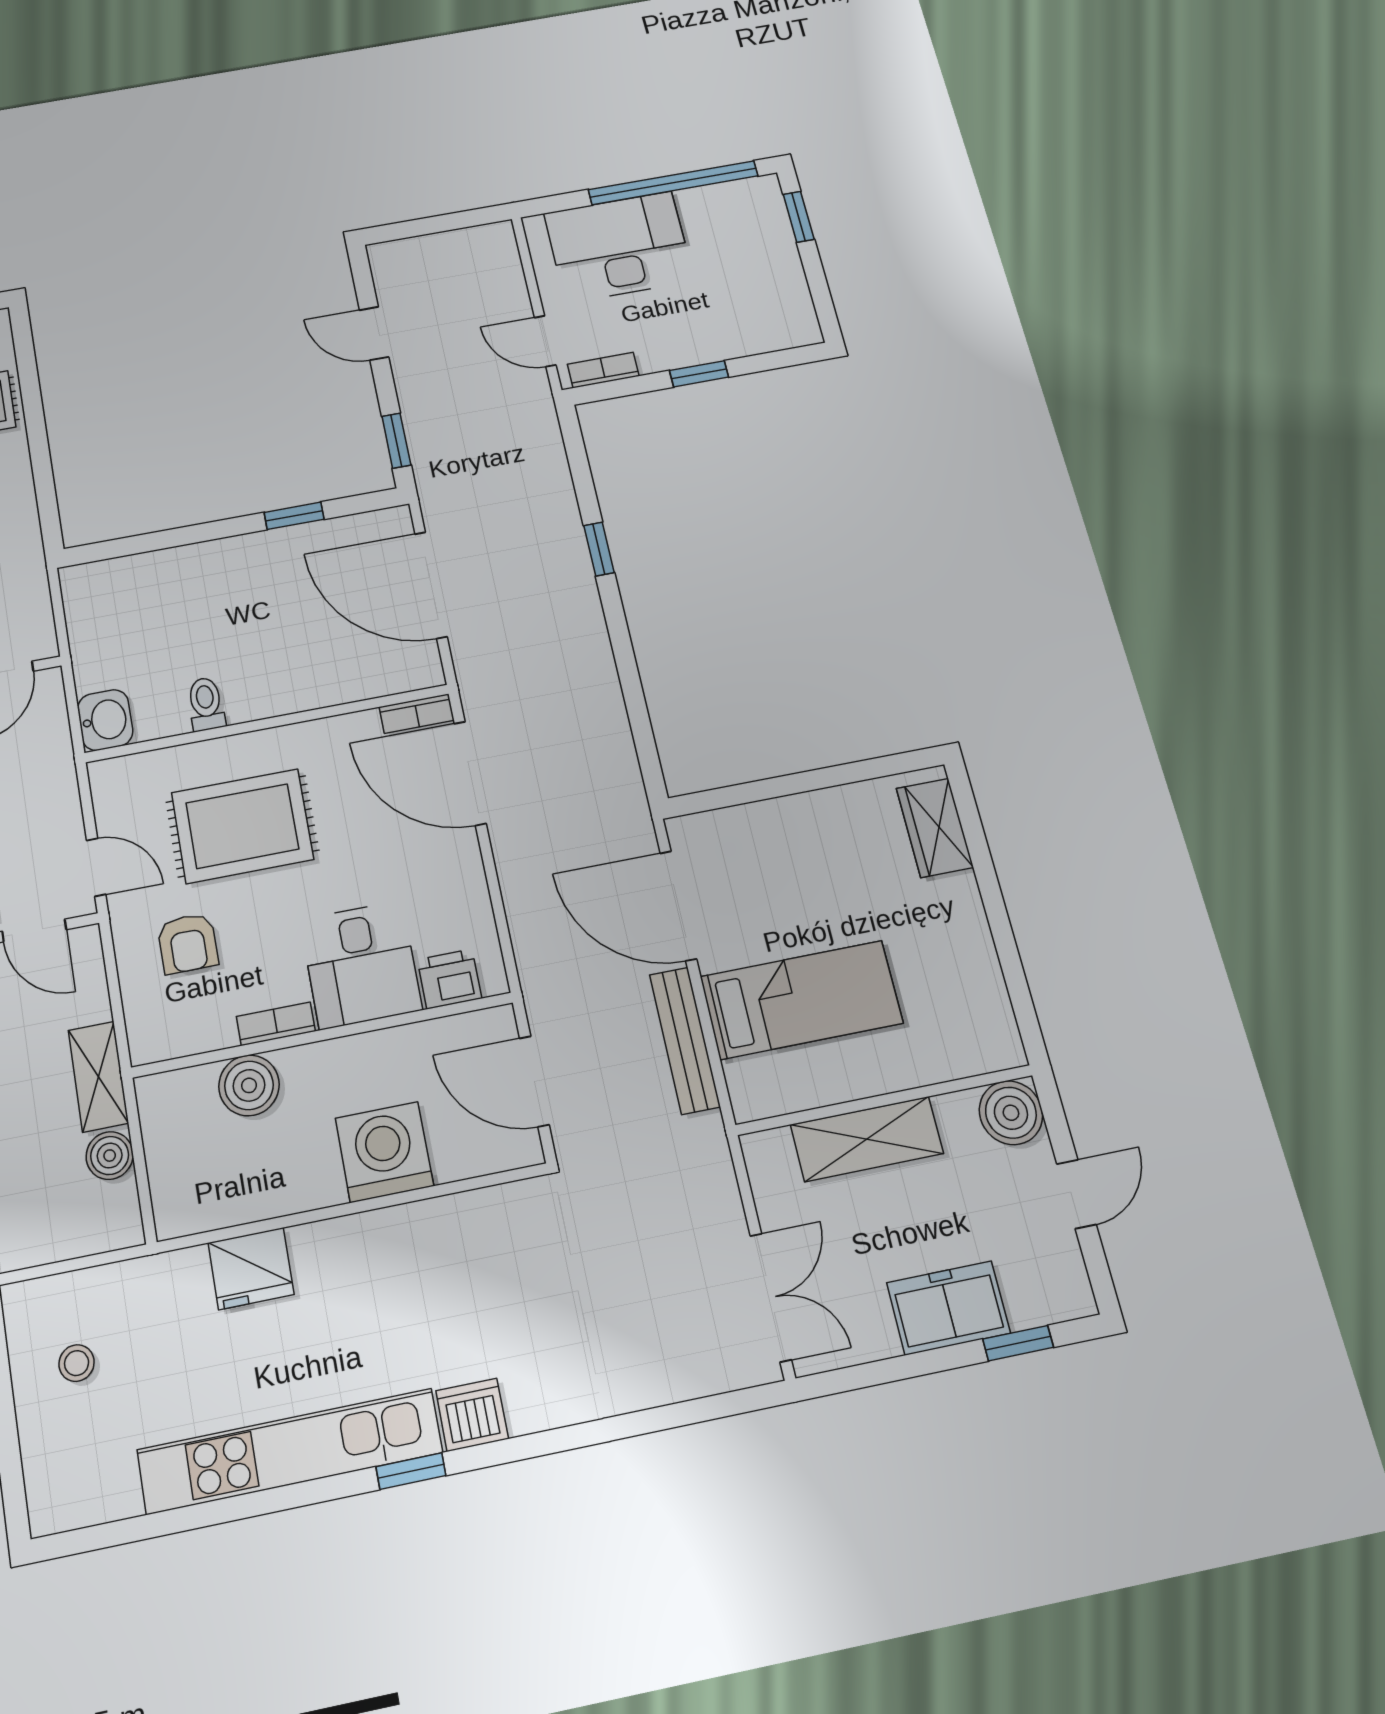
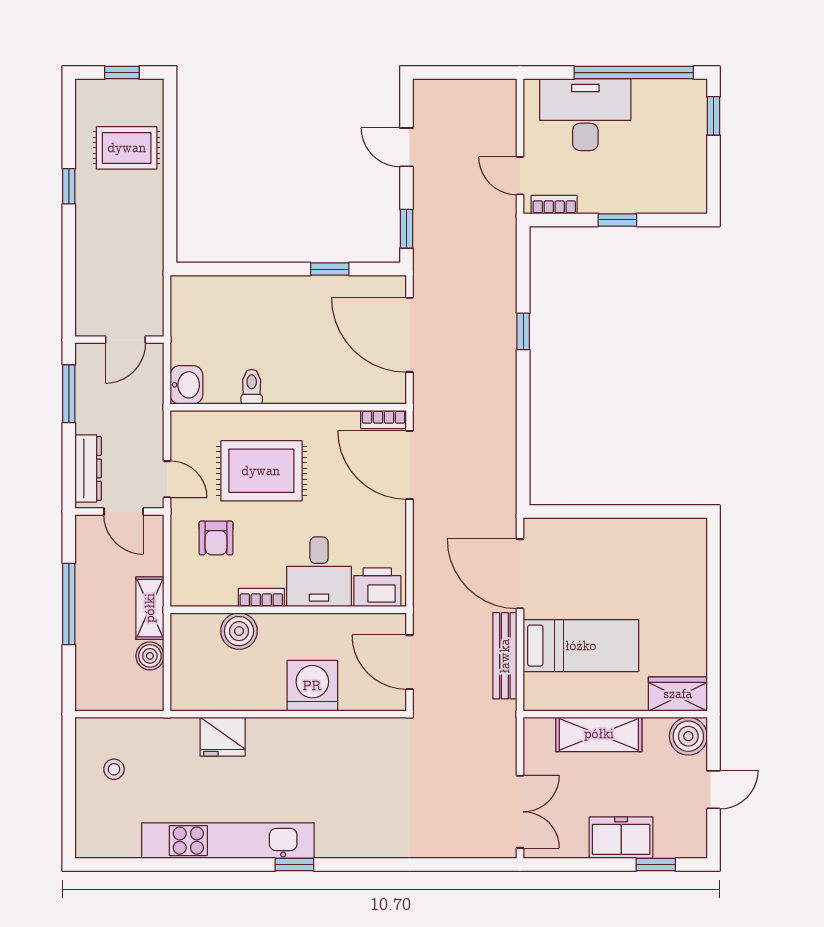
wardrobe: (935, 828) -> (678, 694), moved, turned 90
printer: (449, 979) -> (377, 587), width x1.36, depth x1.24
dishwasher: (472, 1415) -> (335, 842), removed

